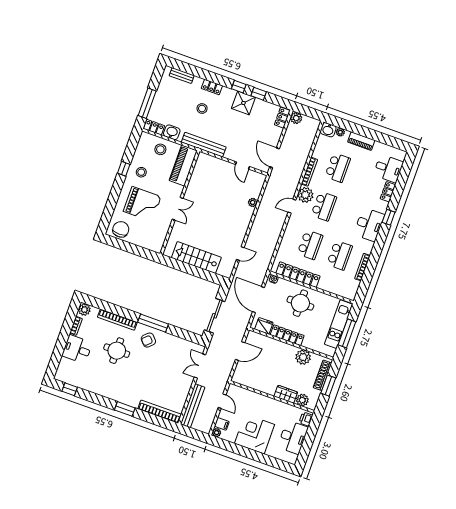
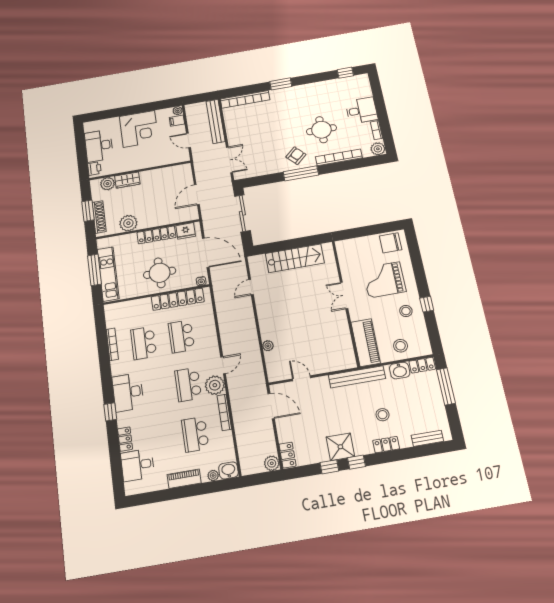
chair: (121, 229) -> (391, 243), turned 90

